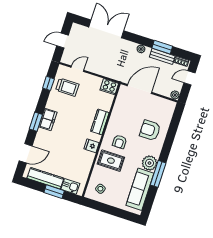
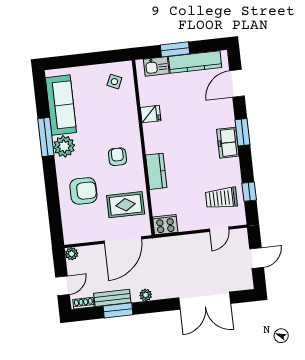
fridge: (92, 146) -> (151, 114), moved
rug: (111, 161) -> (126, 205), moved

